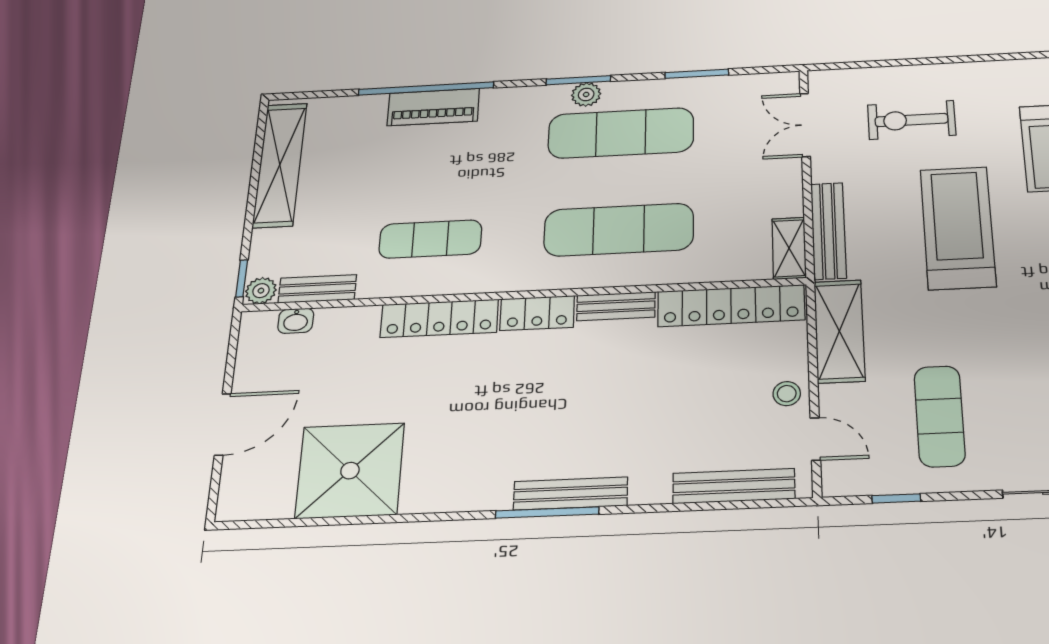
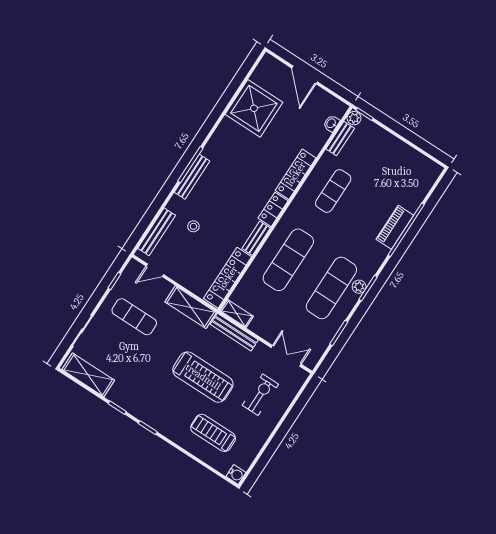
shelving: (280, 165) -> (409, 156), removed
stool: (787, 394) -> (193, 226), moved

